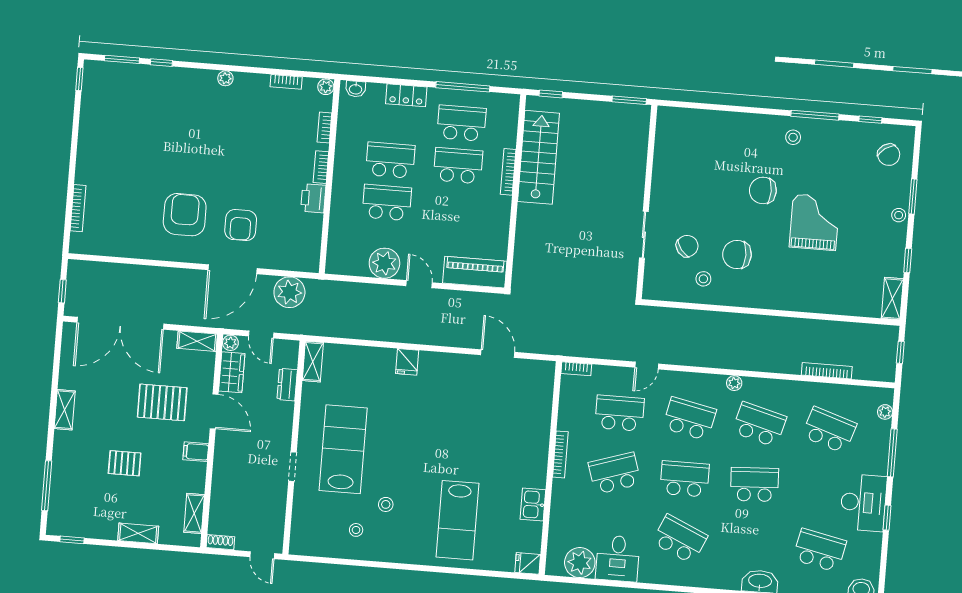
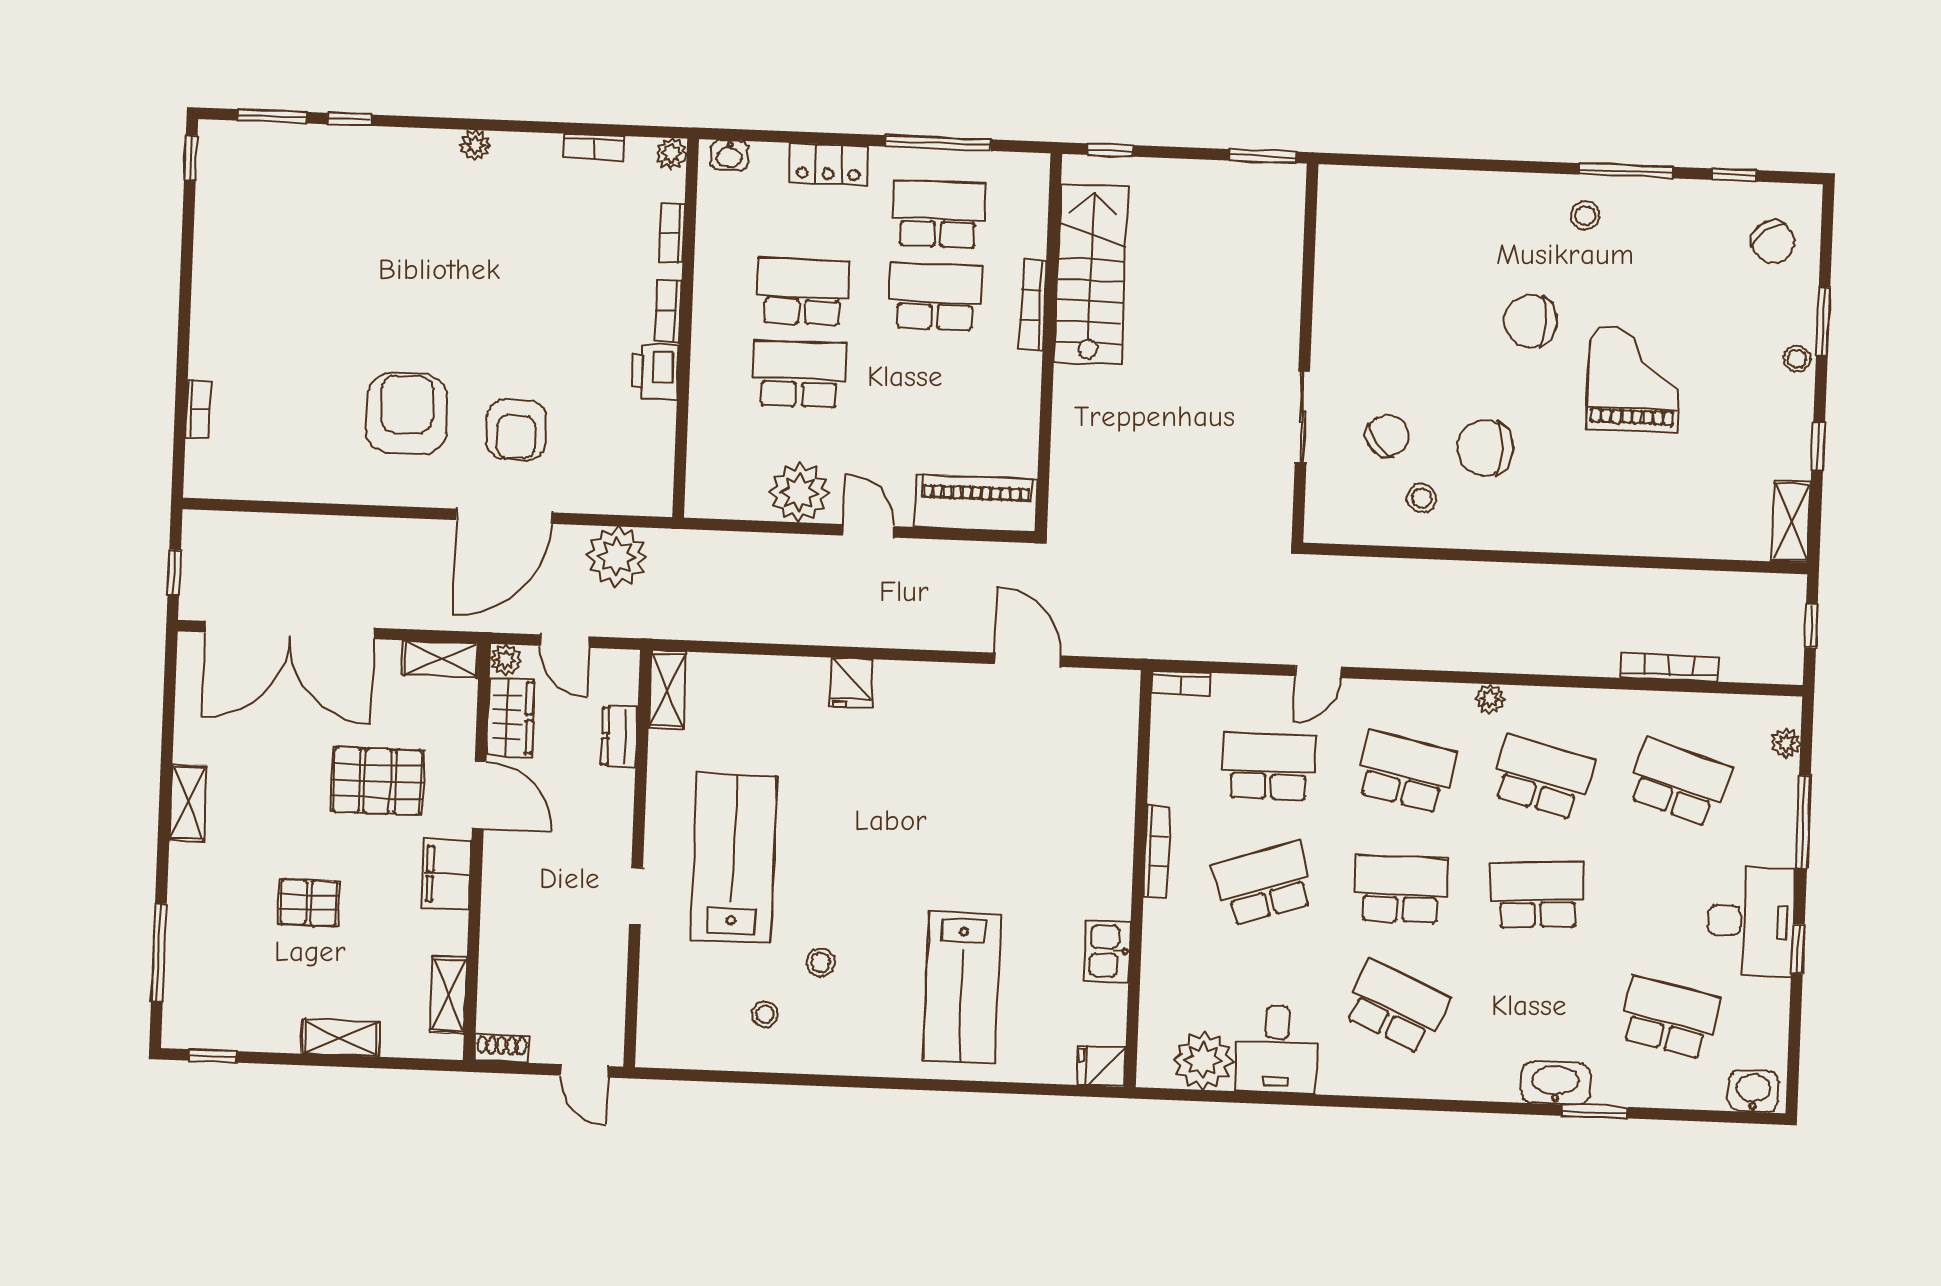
bookcase: (78, 208) -> (198, 409), width x0.64
filing cabinet: (196, 452) -> (447, 874), width x2.00

